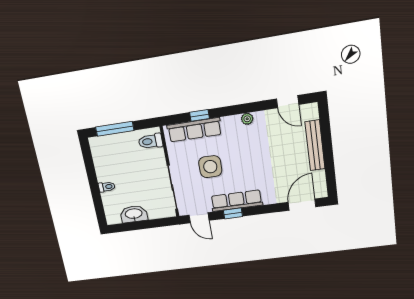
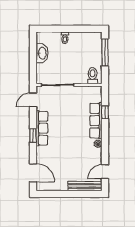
row of seats: (194, 130) -> (96, 121), moved
bench: (315, 145) -> (85, 186), moved
side table: (210, 167) -> (69, 114), removed
window: (233, 213) -> (33, 135), moved

